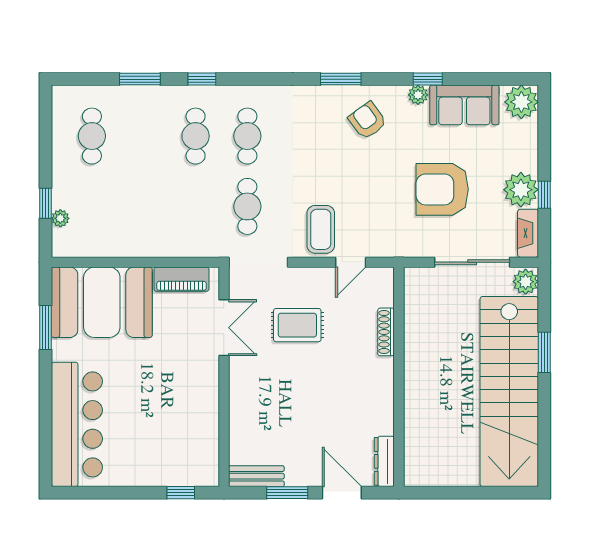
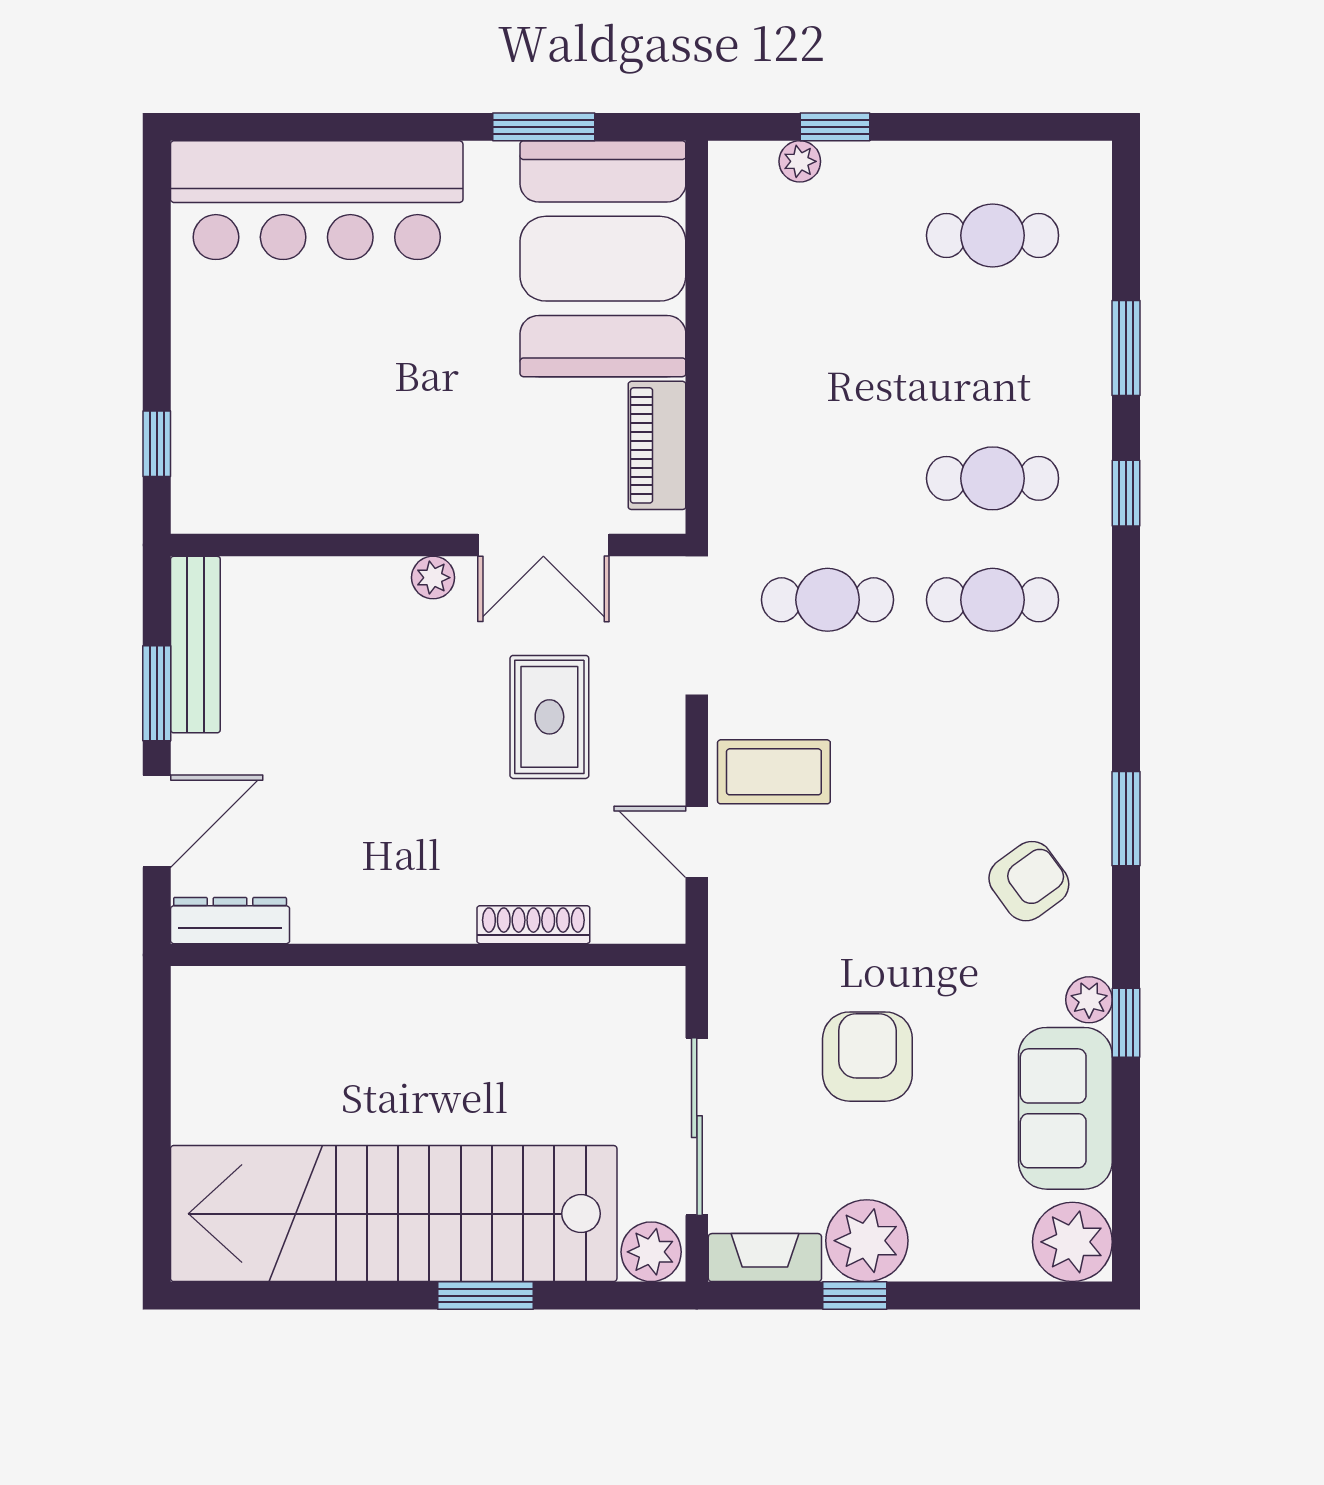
armchair: (442, 189) -> (867, 1057), width x0.73, depth x0.73
plant: (238, 375) -> (433, 578), added
bench: (256, 476) -> (195, 645), width x1.36

